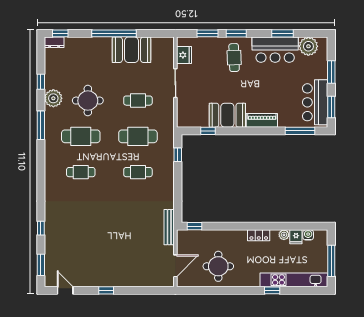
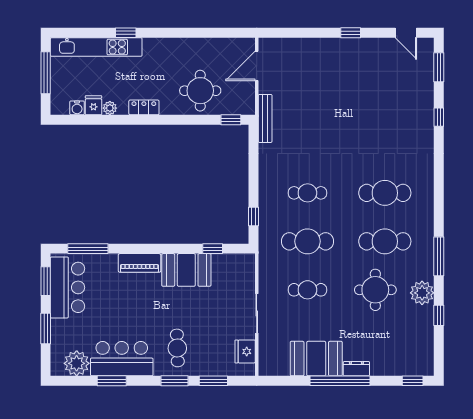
dresser: (54, 42) -> (356, 369), moved
cafe table: (81, 172) -> (385, 193), width x1.37, depth x1.35
round table: (218, 266) -> (200, 91), moved

